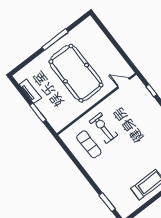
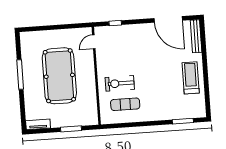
pool table: (76, 73) -> (59, 76), turned 90
tv unit: (30, 91) -> (38, 124), moved

